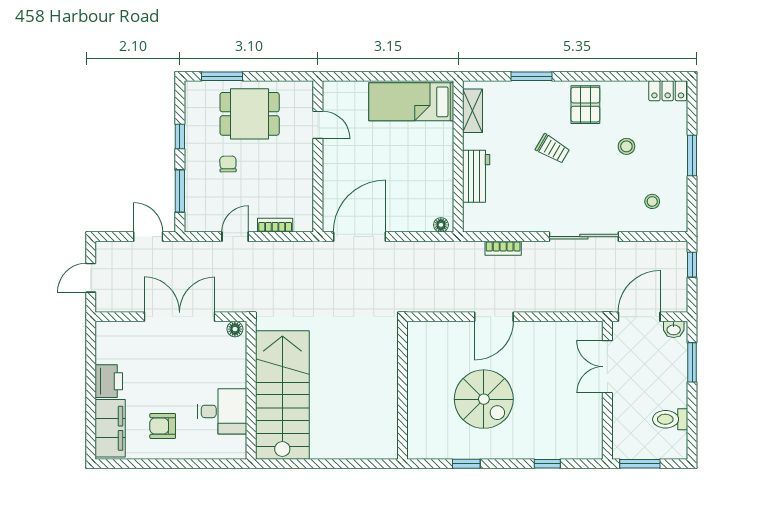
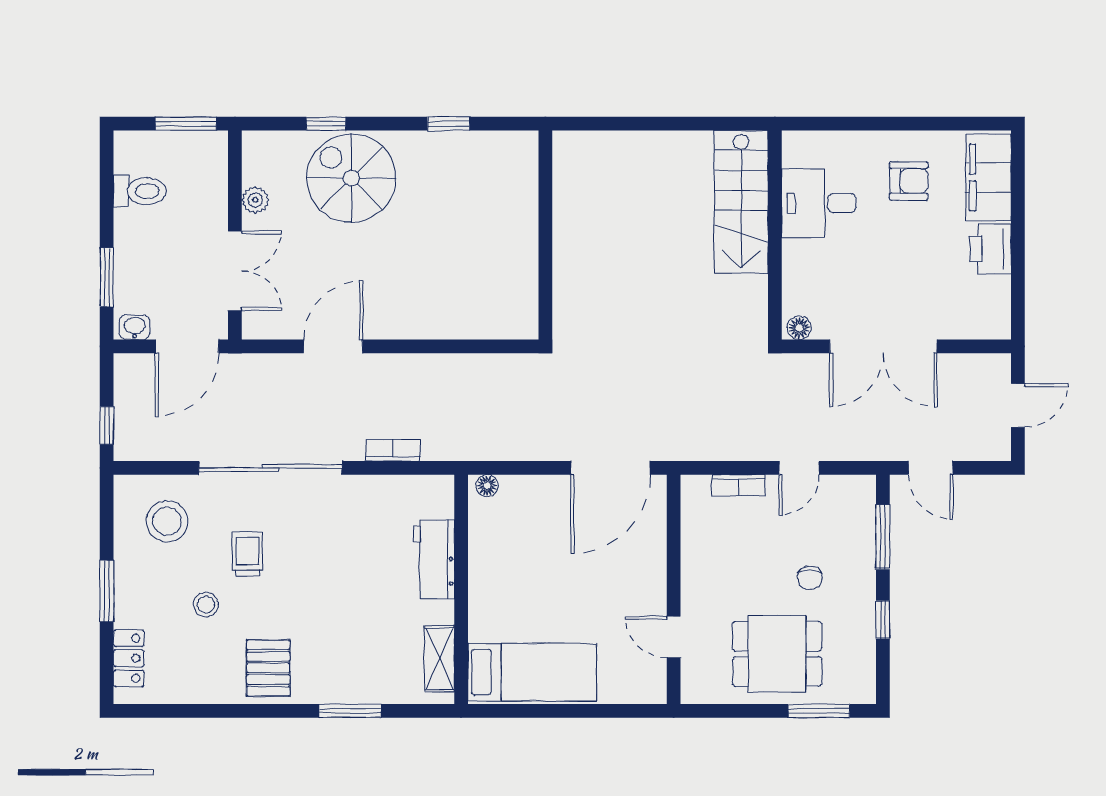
locker: (668, 91) -> (129, 658), moved, turned 90
trolley: (553, 149) -> (247, 554), moved, turned 60
stool: (652, 201) -> (167, 521), width x1.89, depth x1.89
sliding door: (584, 237) -> (271, 468), width x1.36
door: (494, 317) -> (333, 346), moved
stairs: (282, 395) -> (741, 202), width x0.73, depth x0.66
spiral stairs: (484, 399) -> (351, 178), moved
plant: (594, 413) -> (255, 200), added

